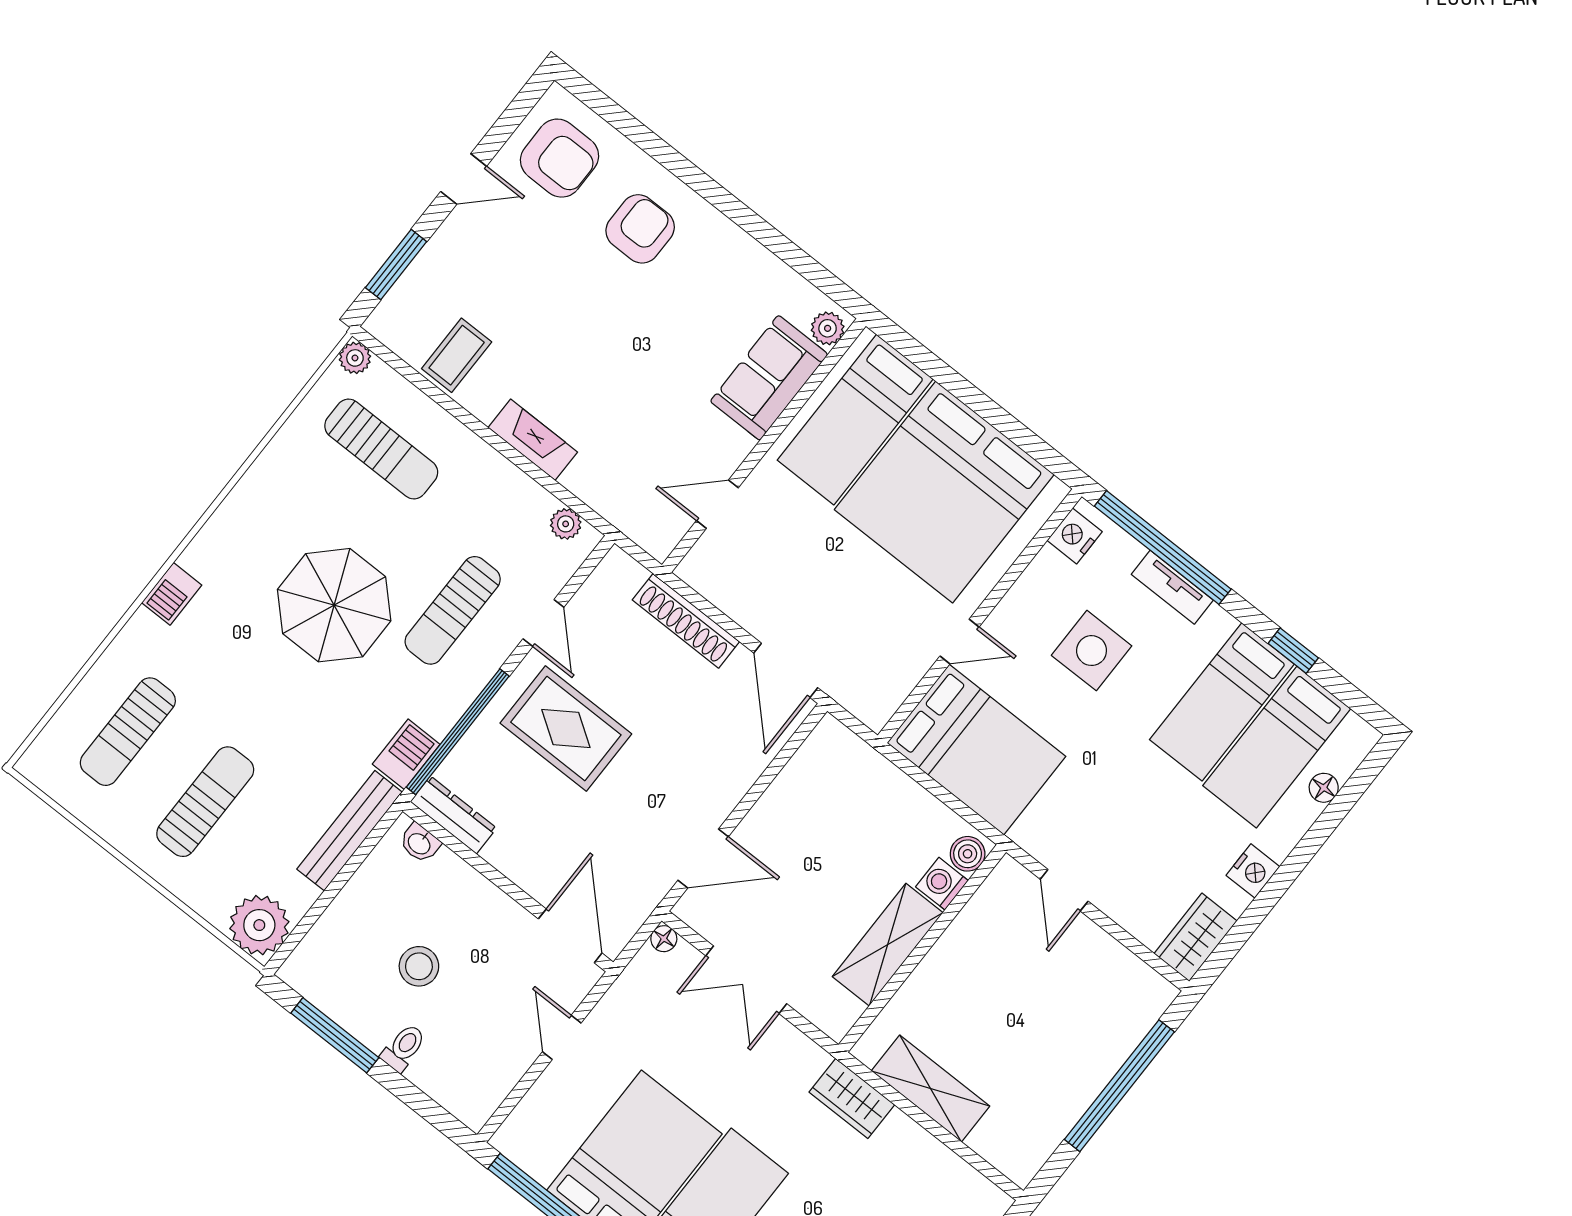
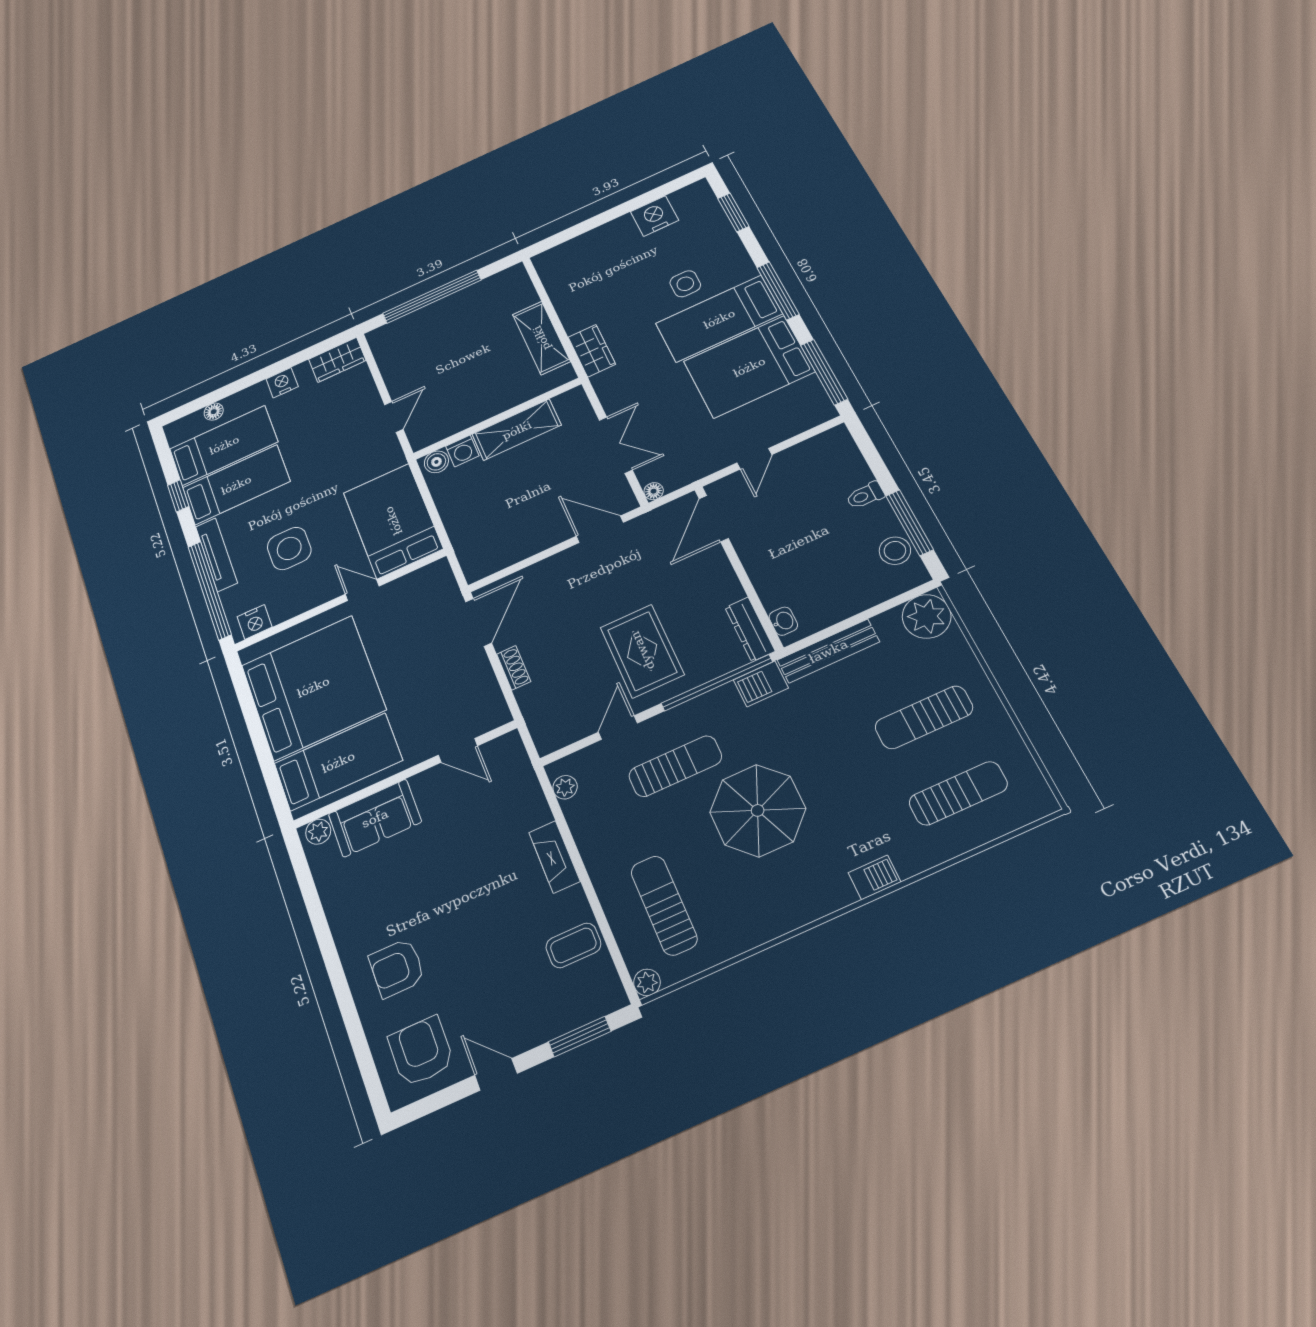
tv unit: (1172, 587) -> (216, 555), width x1.41
shoe rack: (686, 621) -> (514, 668), width x0.51, depth x0.81
stool: (419, 966) -> (895, 551), moved

